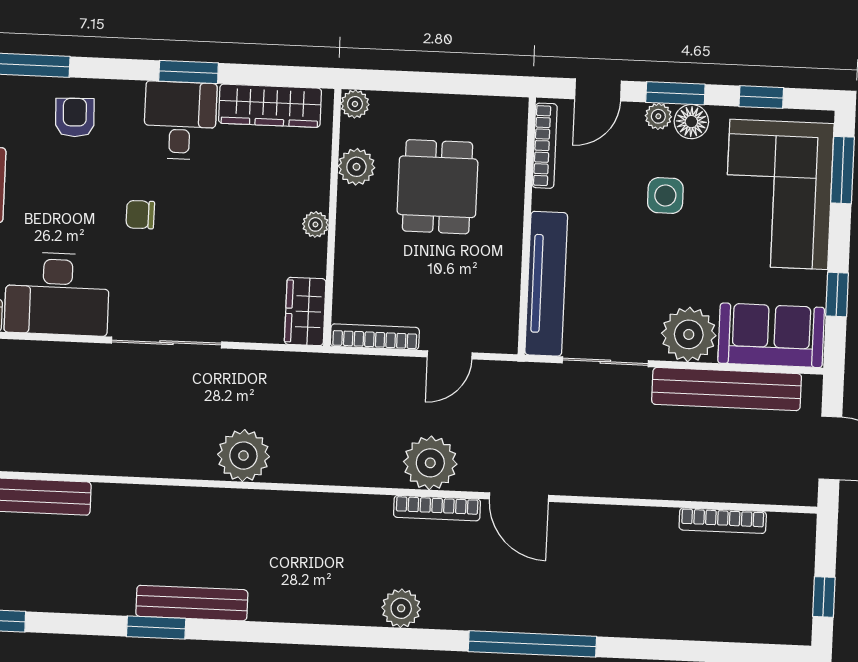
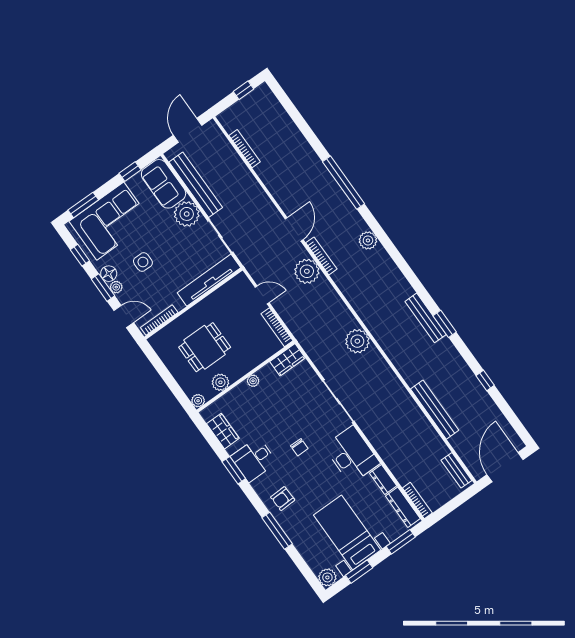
wardrobe: (270, 106) -> (223, 431), width x0.67

